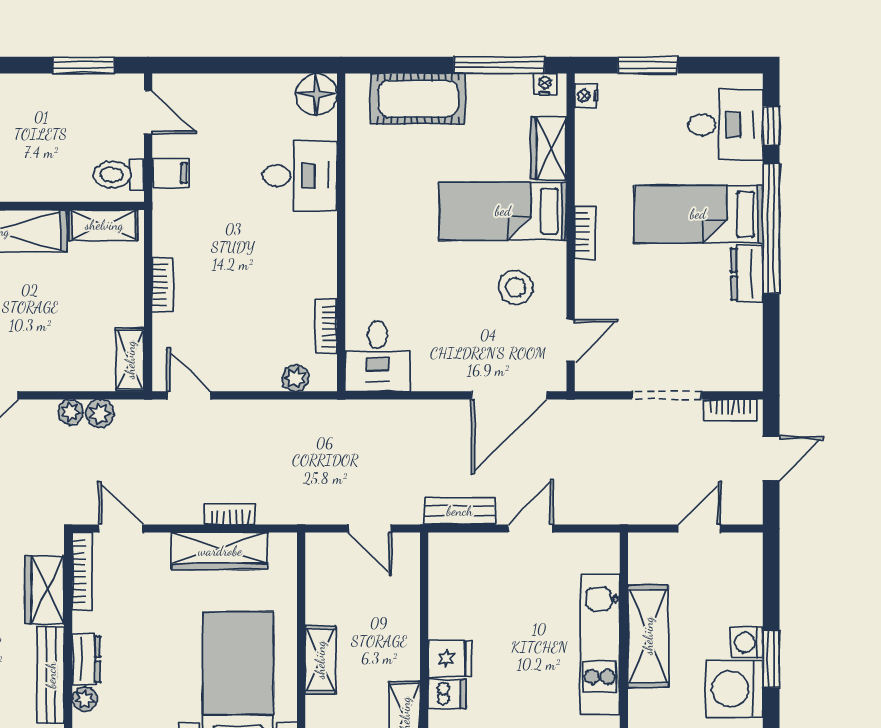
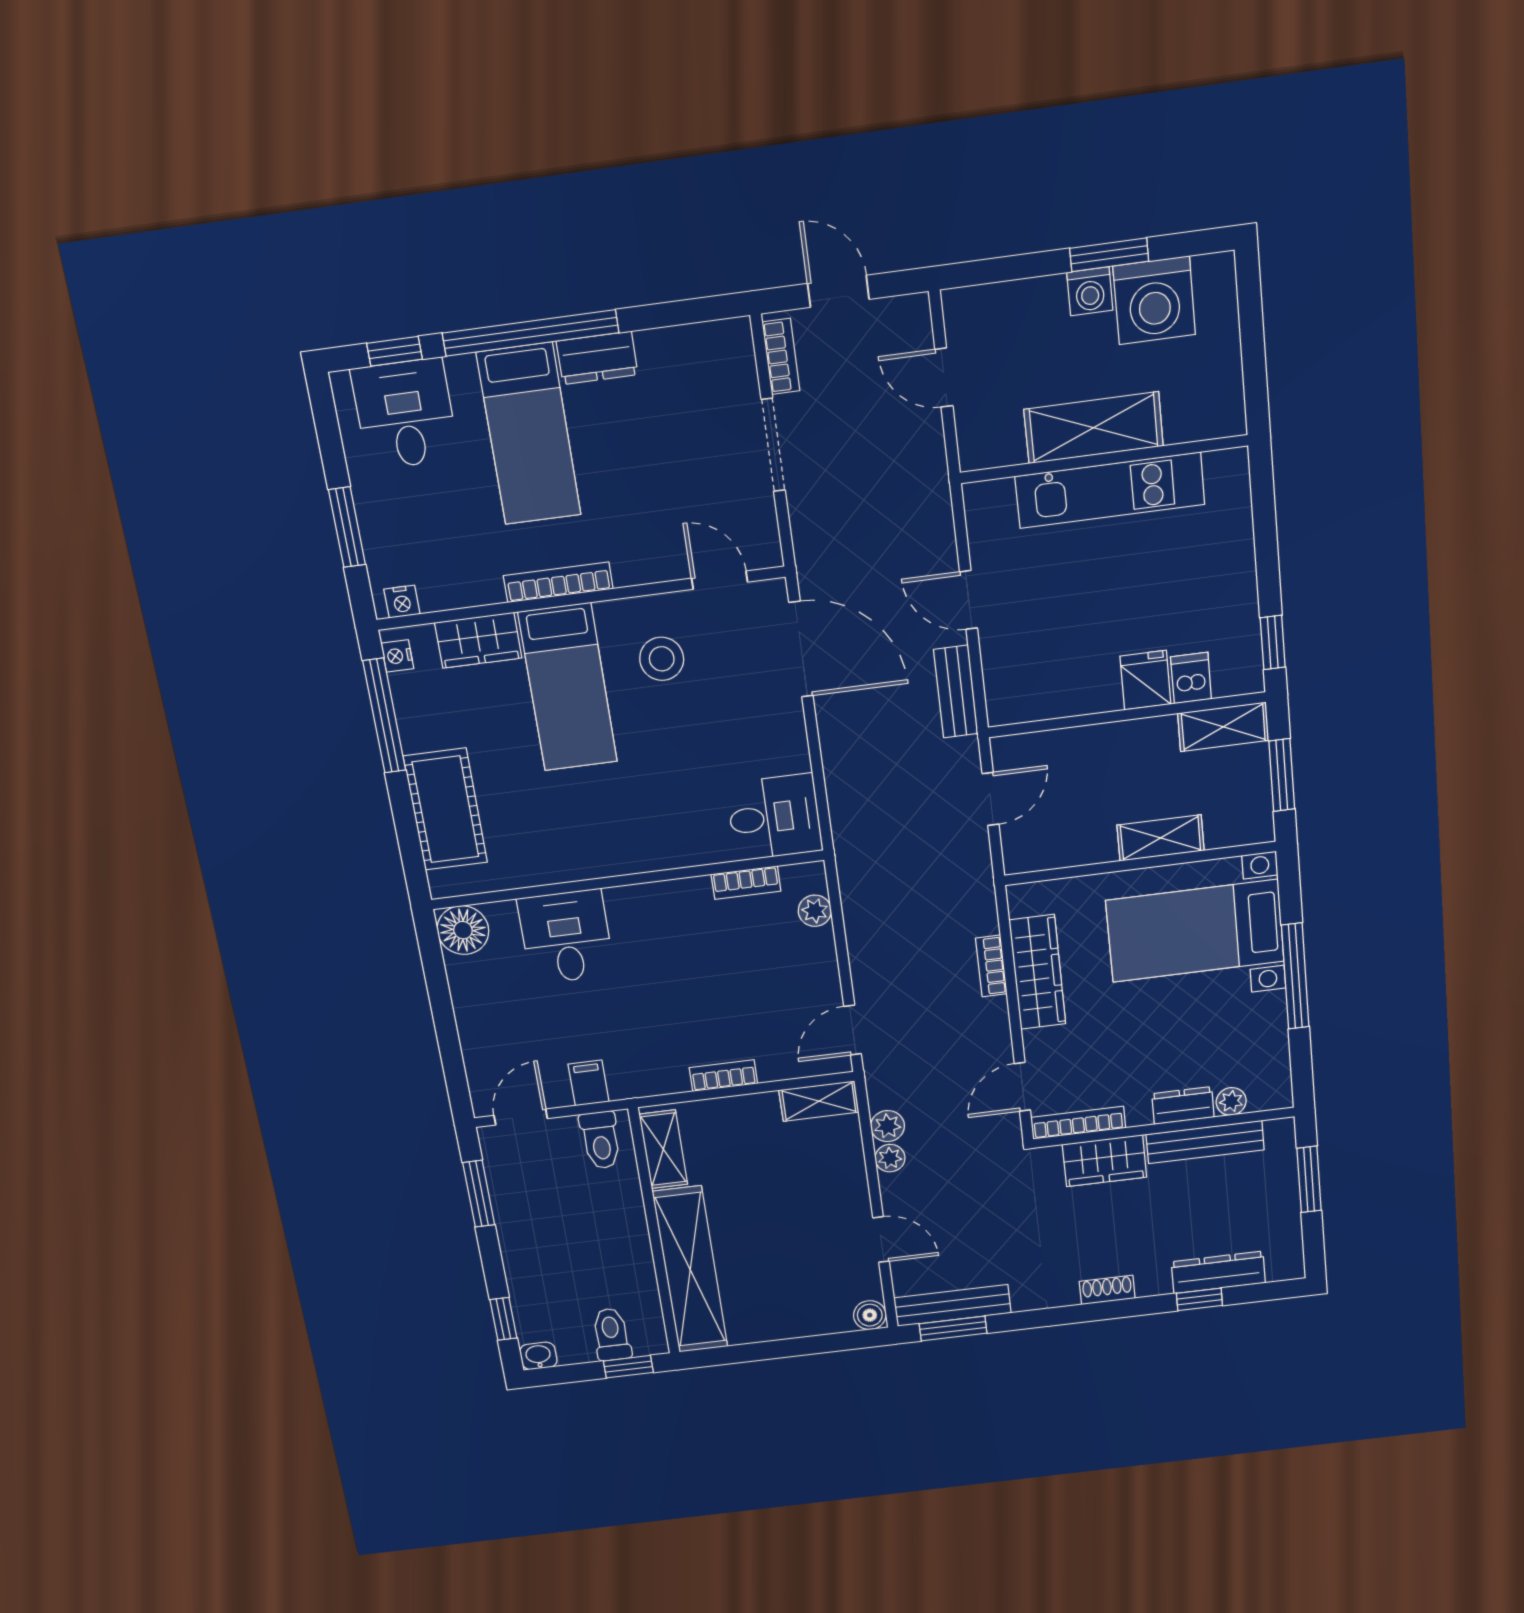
bookcase: (585, 232) -> (558, 582), width x1.56

